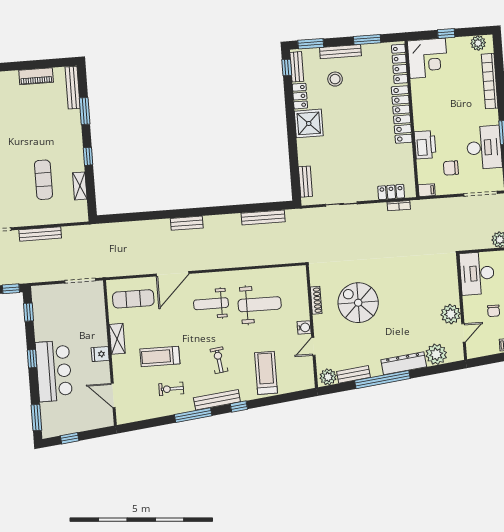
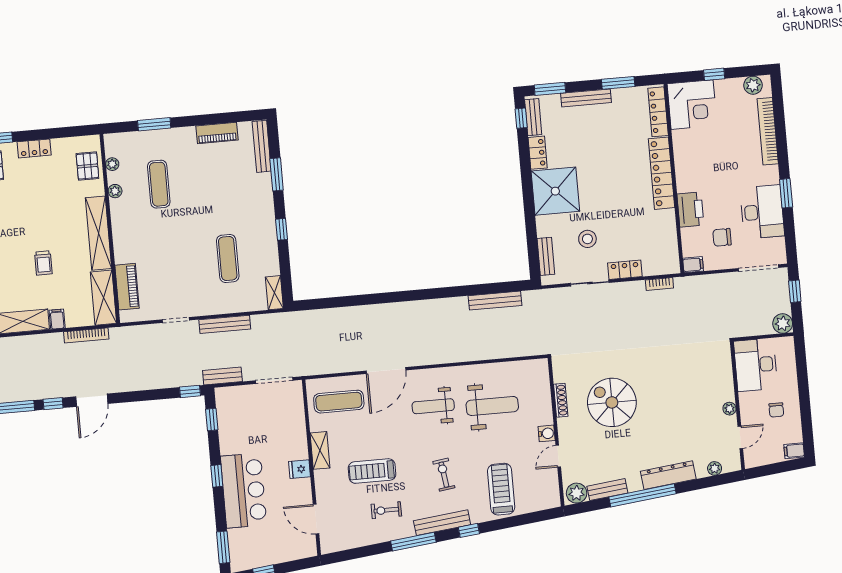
stool: (335, 79) -> (587, 239), moved
shower: (309, 123) -> (555, 191), width x1.37, depth x1.37
shelving: (80, 186) -> (274, 293), moved
locker: (391, 192) -> (625, 270), moved
bench: (187, 223) -> (222, 376), moved
plant: (451, 314) -> (729, 409), width x0.53, depth x0.53
plant: (436, 354) -> (715, 468), width x0.53, depth x0.53

